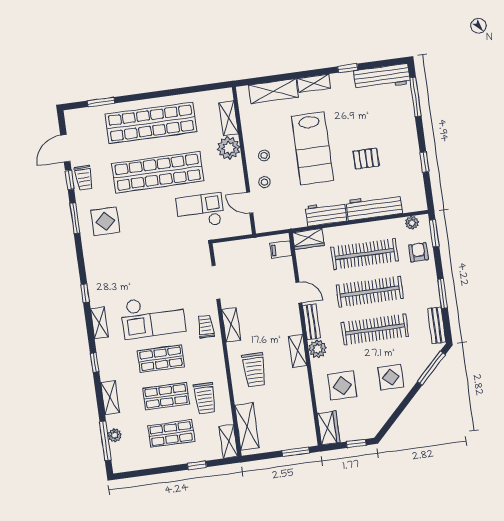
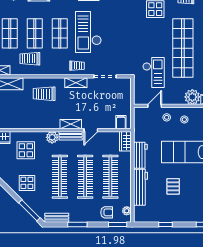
shelving: (298, 351) -> (71, 124), moved

